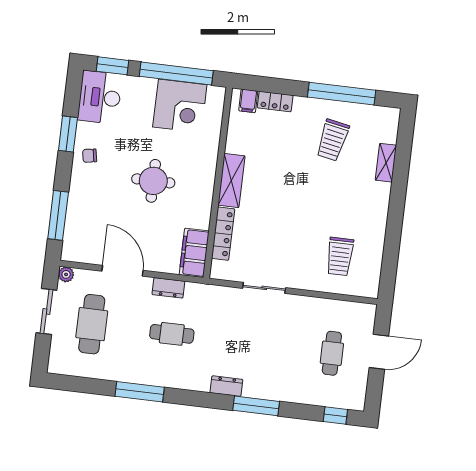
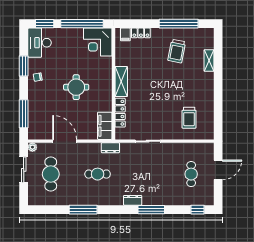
corner desk: (180, 106) -> (98, 42), moved, turned 90
dresser: (168, 288) -> (110, 148), moved

